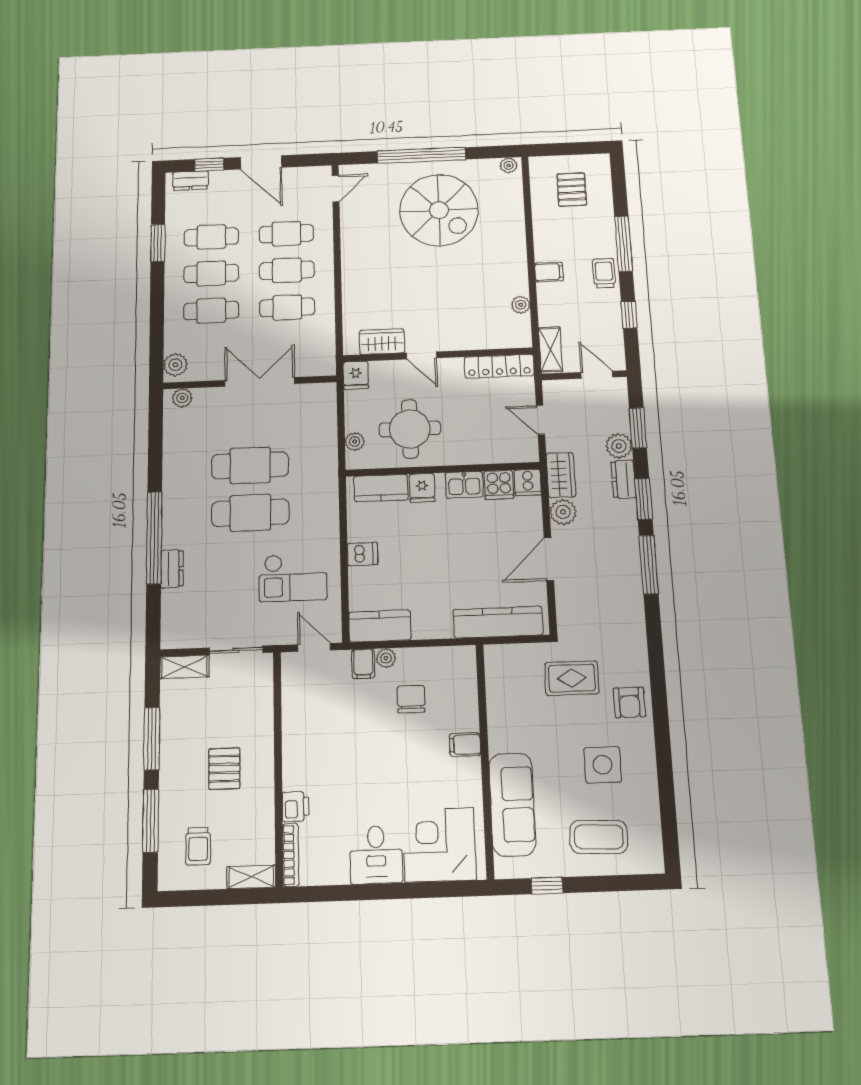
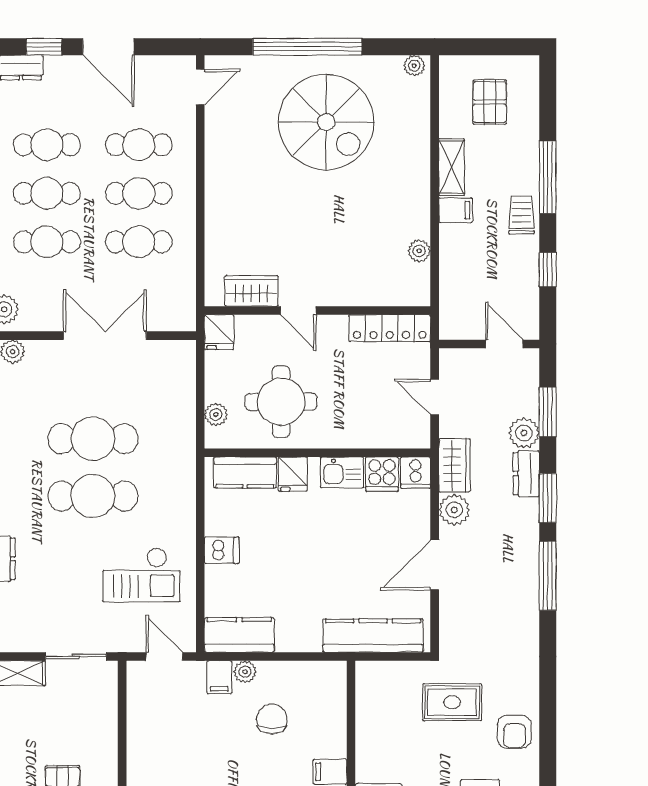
shelving: (551, 349) -> (452, 167), moved

